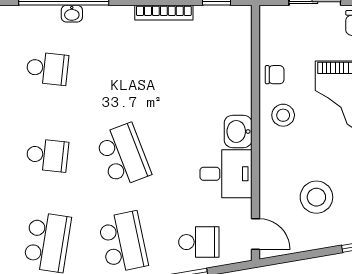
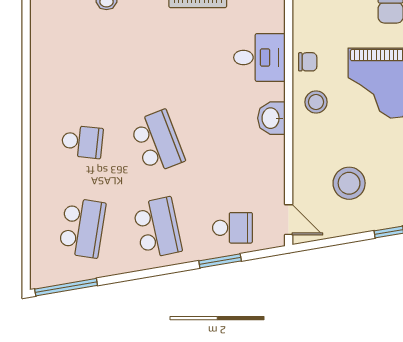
school desk: (47, 68) -> (82, 56), removed
desk: (226, 174) -> (259, 57), moved

